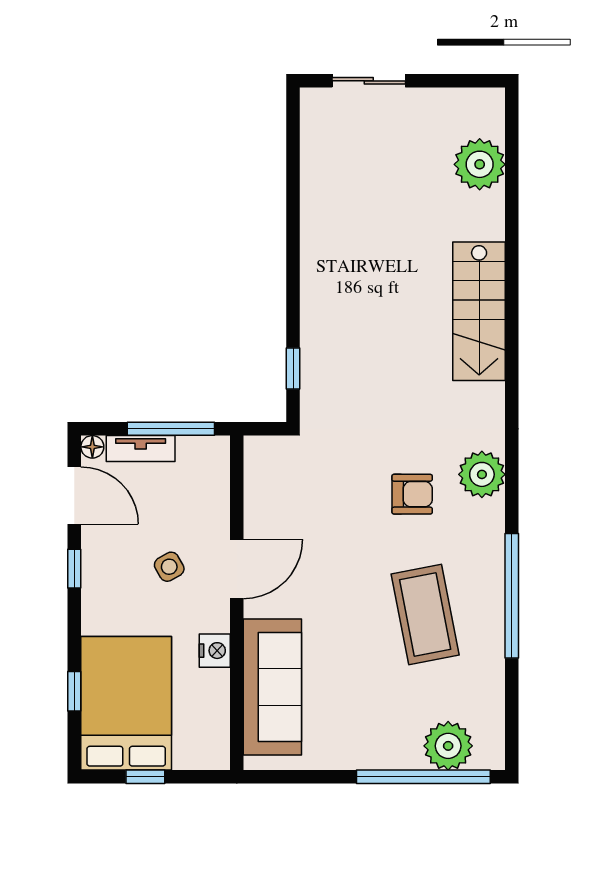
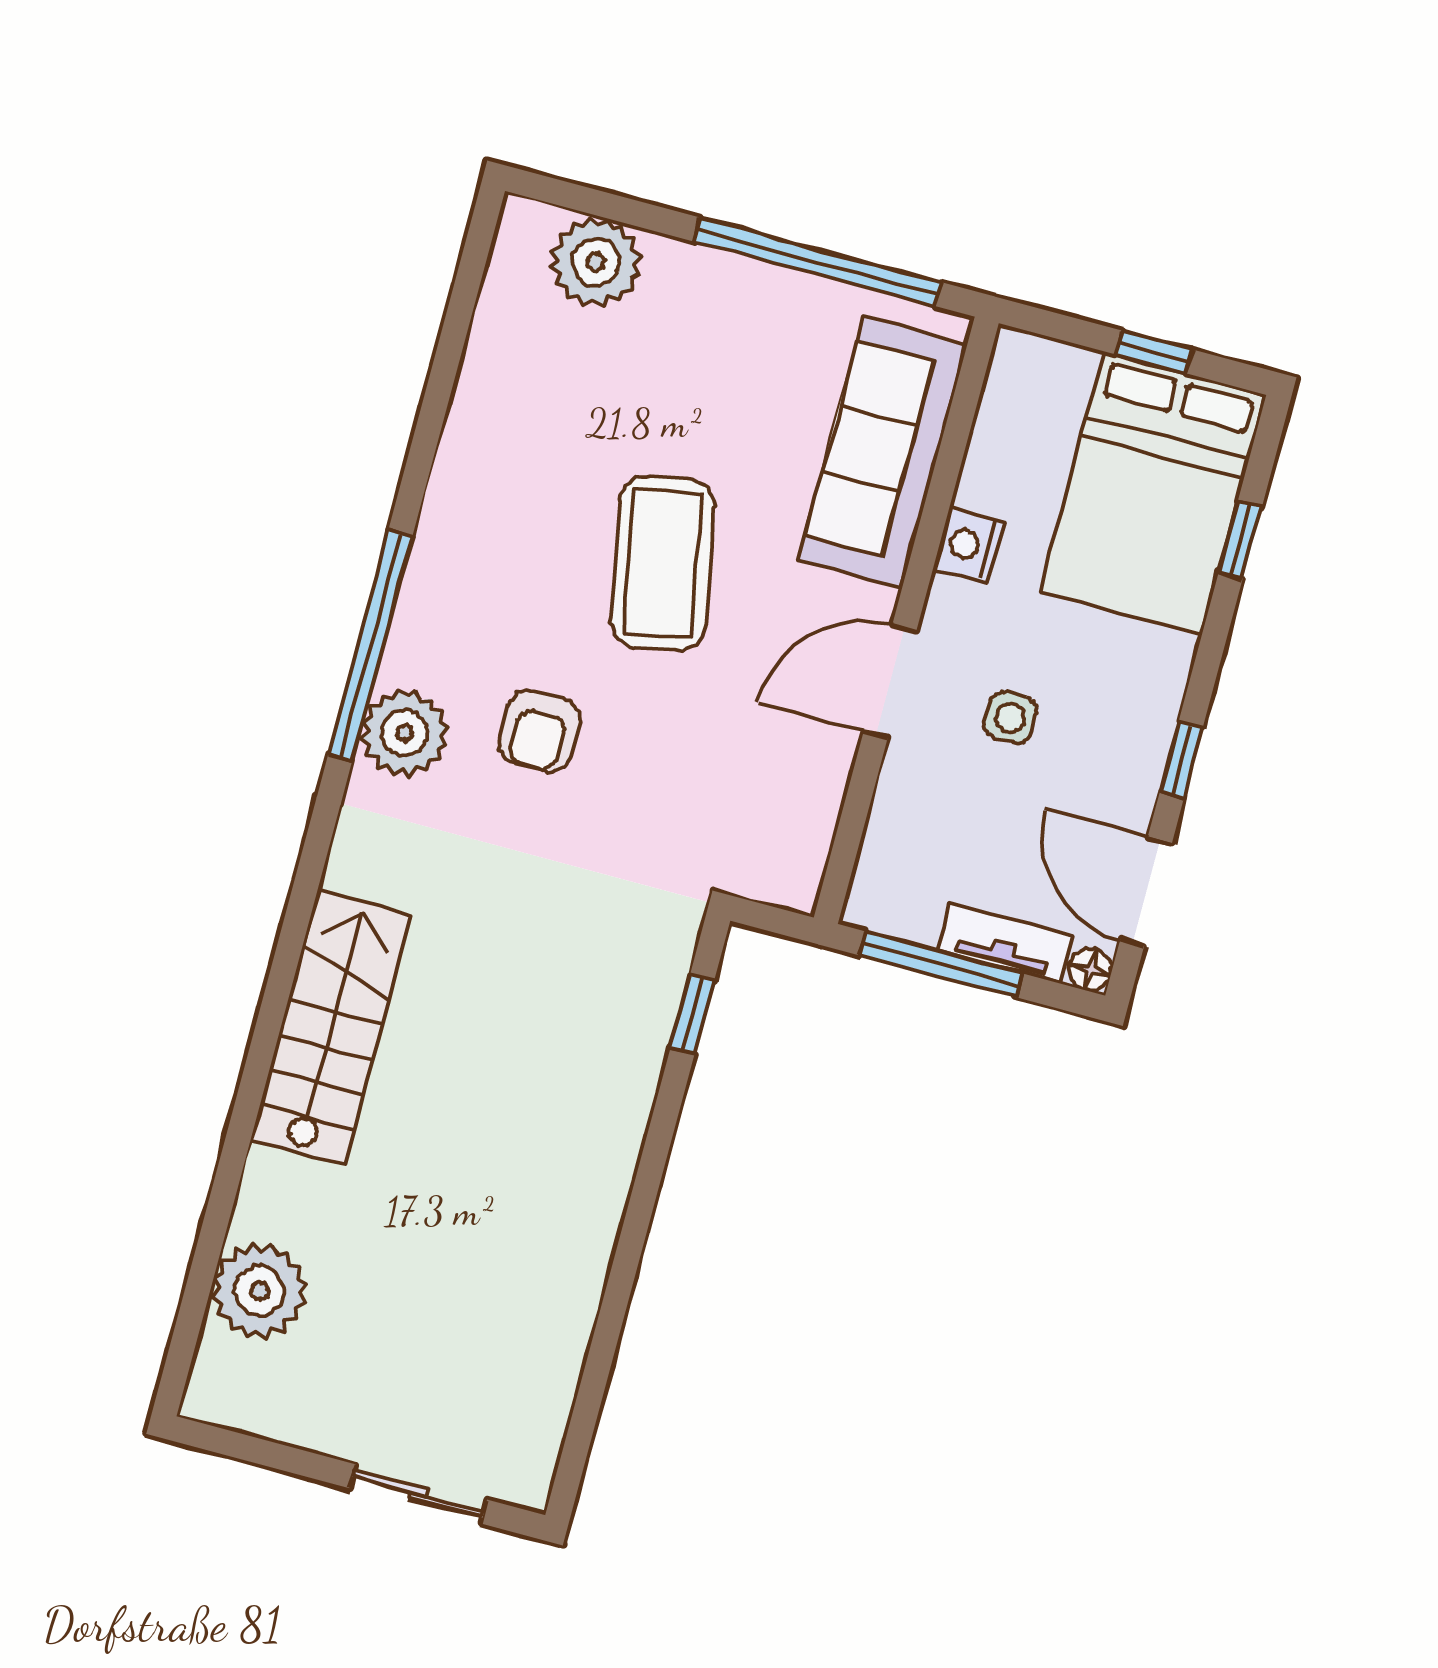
armchair: (412, 494) -> (539, 731), turned -90
side table: (169, 567) -> (1010, 718), turned 30
window: (512, 596) -> (370, 645), moved
coffee table: (425, 614) -> (663, 563), moved
window: (423, 777) -> (818, 262), moved

